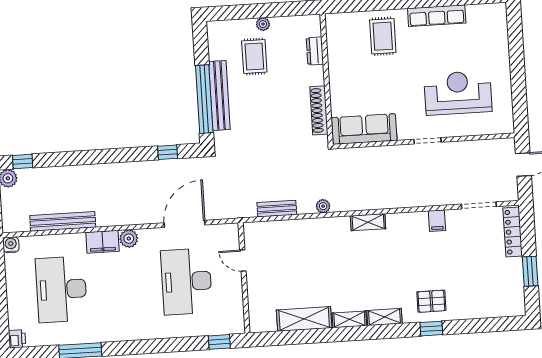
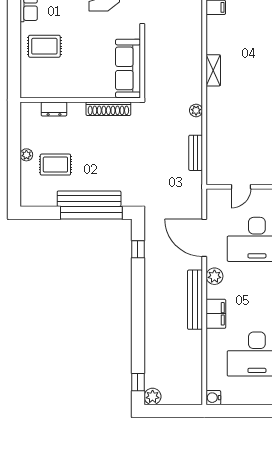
bench: (63, 221) -> (195, 300), moved
plant: (129, 239) -> (214, 276), moved

